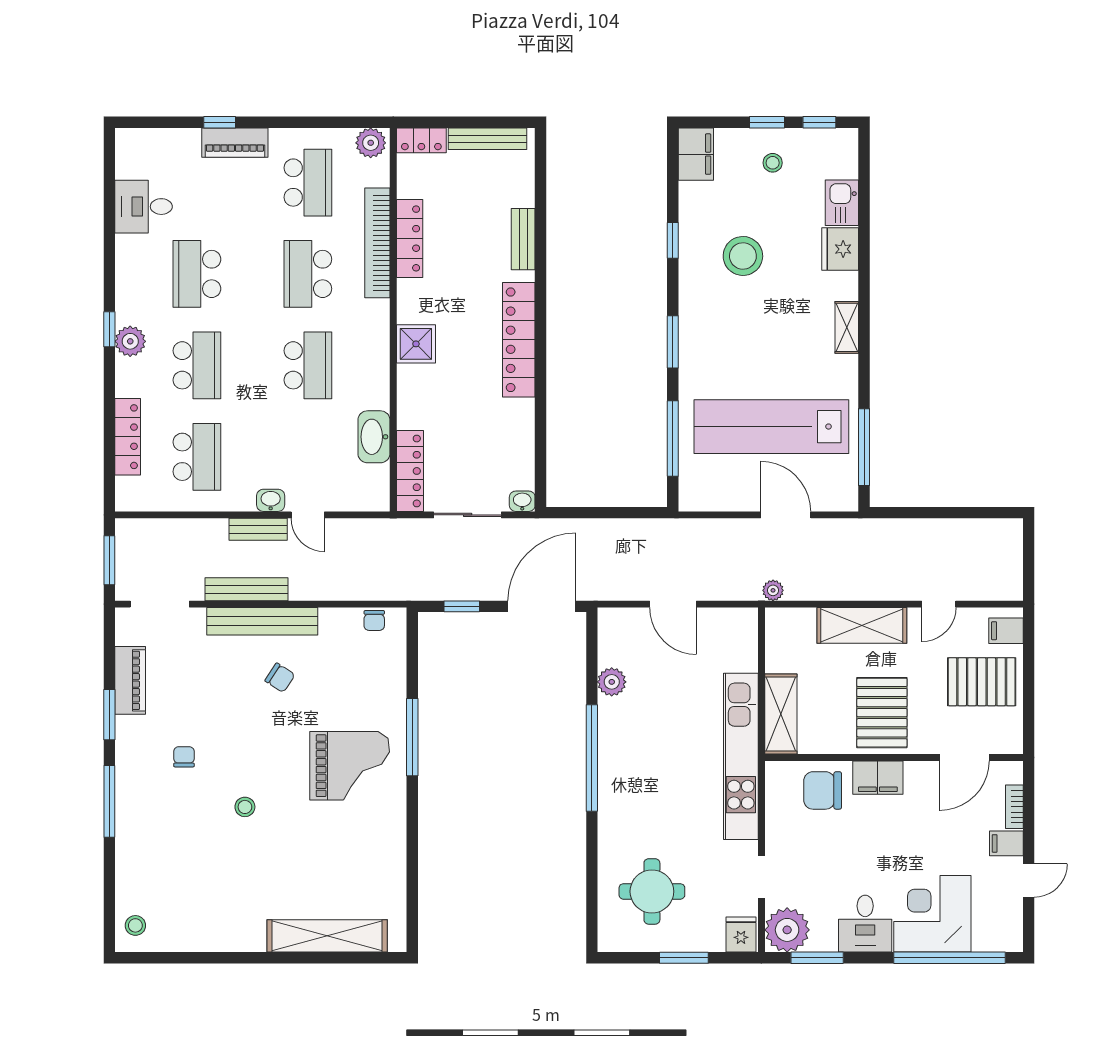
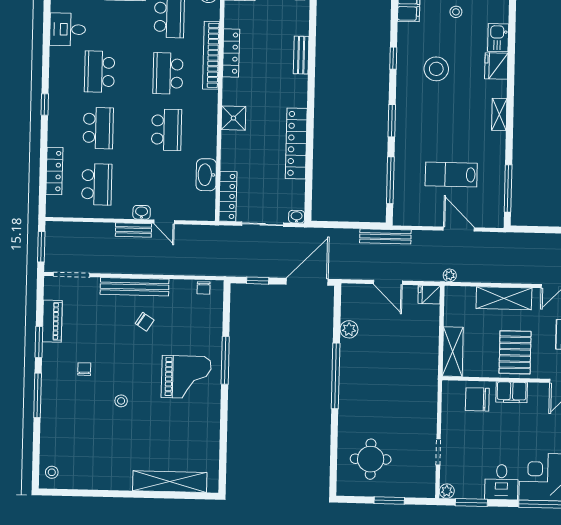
locker: (519, 340) -> (296, 144), moved
plant: (130, 341) -> (57, 112), removed
lab bench: (771, 427) -> (451, 174), width x0.54, depth x0.72
bench: (247, 589) -> (385, 236), moved
kitchen unit: (741, 756) -> (427, 377), removed
plant: (787, 930) -> (447, 491), width x0.53, depth x0.53
fridge: (741, 935) -> (429, 295), moved, turned -90

